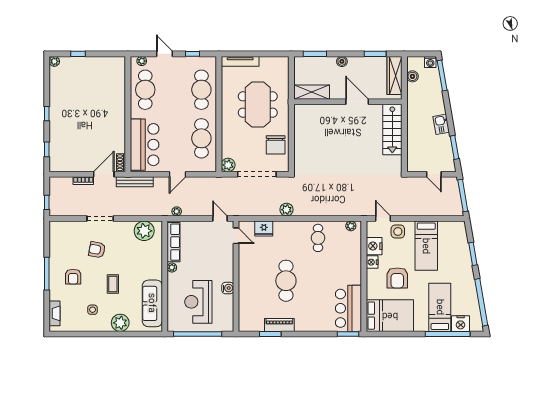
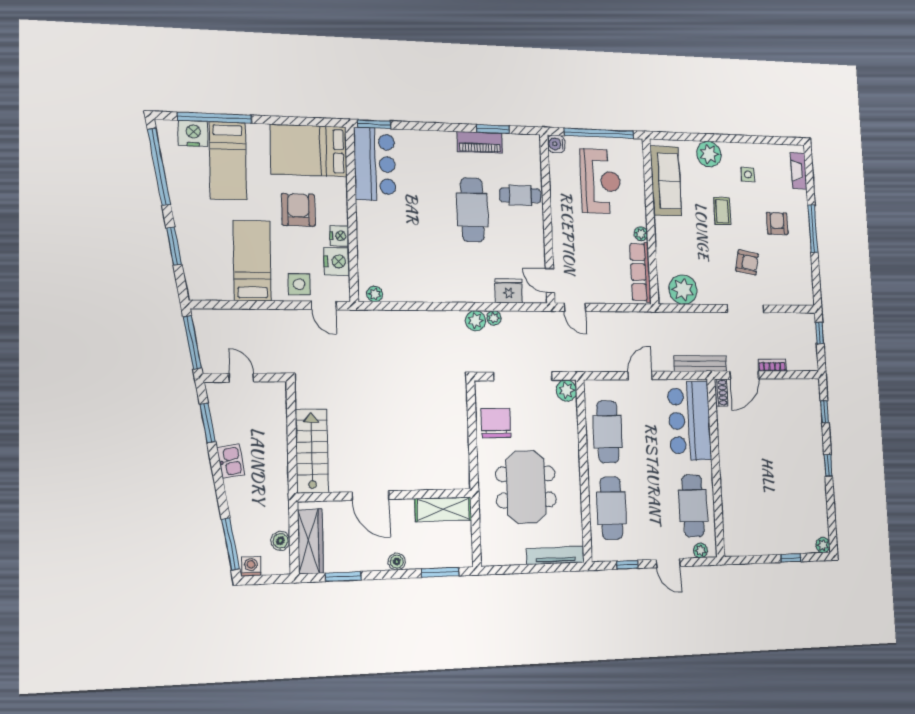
plant: (177, 211) -> (494, 318), moved
cafe table: (318, 238) -> (520, 195), moved, turned 90
water cooler: (228, 288) -> (556, 144), moved

